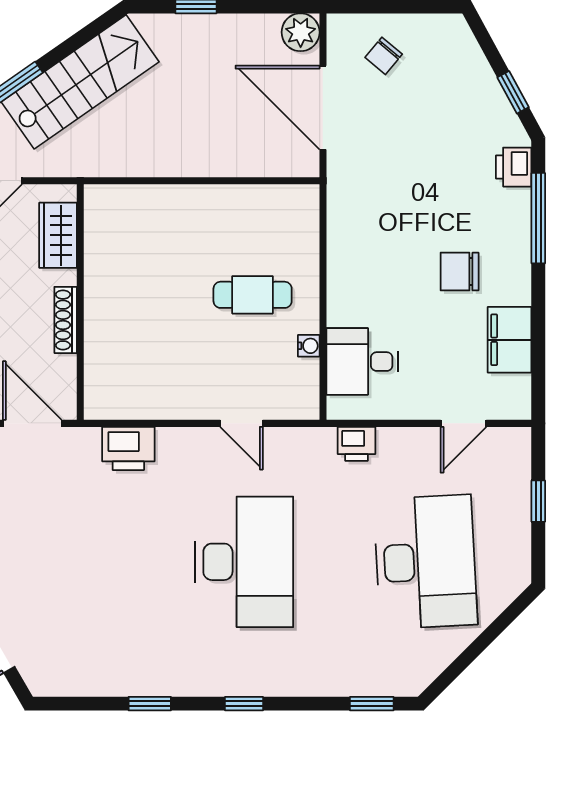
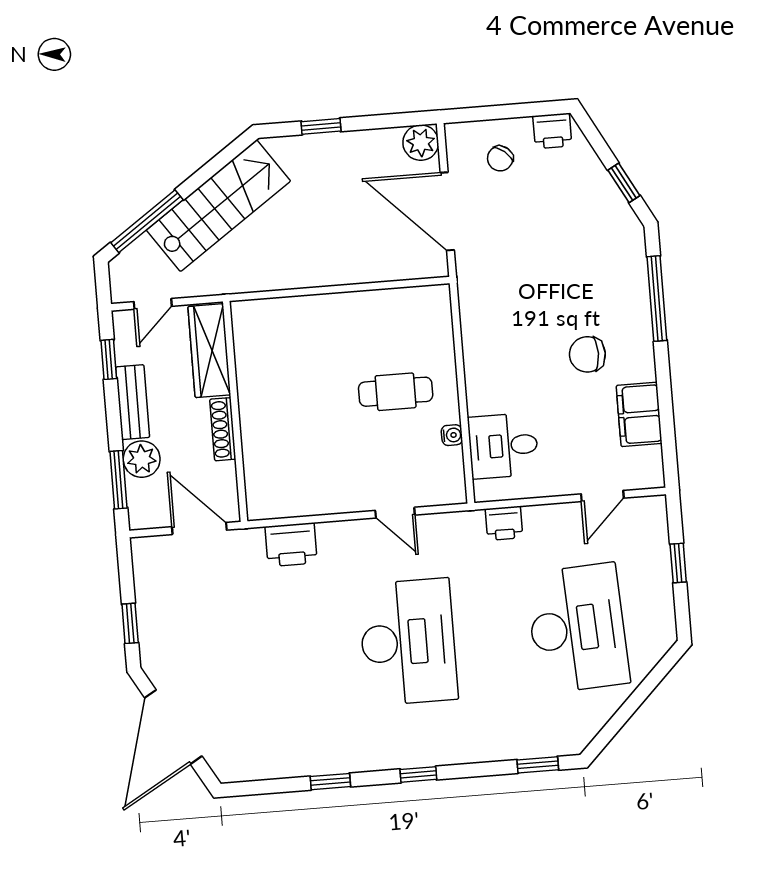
printer: (514, 167) -> (552, 131), moved, turned -90
wardrobe: (58, 235) -> (209, 351), width x1.50

